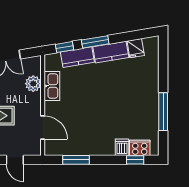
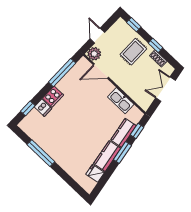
plant: (33, 84) -> (94, 54), moved
cooker: (140, 148) -> (53, 97), moved
door: (15, 160) -> (97, 36), hinge flipped
window: (76, 160) -> (62, 73), width x1.44

